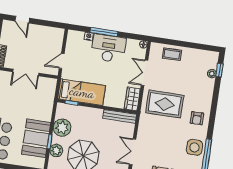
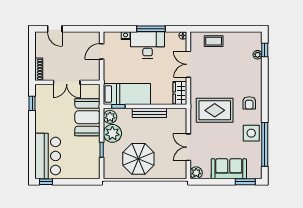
window: (104, 32) -> (151, 29), moved
door: (62, 61) -> (102, 51), moved
rug: (165, 104) -> (215, 110), moved
bench: (120, 116) -> (149, 113), moved
booth: (36, 138) -> (87, 117), moved
plant: (56, 151) -> (110, 117), moved

